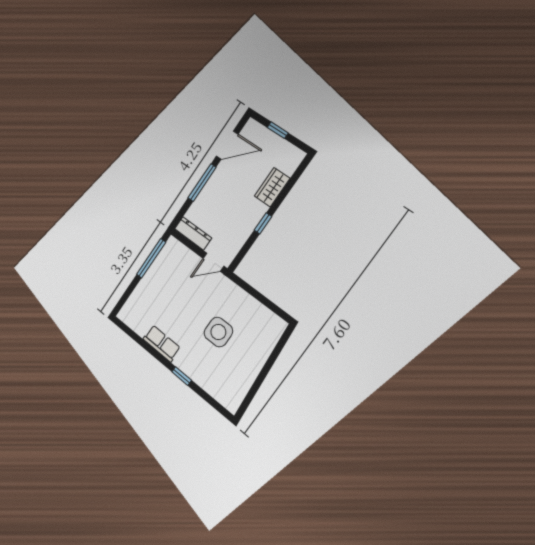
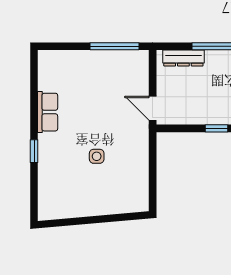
dresser: (193, 233) -> (183, 58), moved, turned 90
side table: (218, 332) -> (97, 156), width x0.54, depth x0.54

